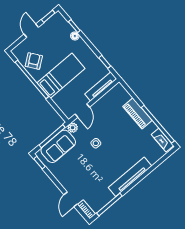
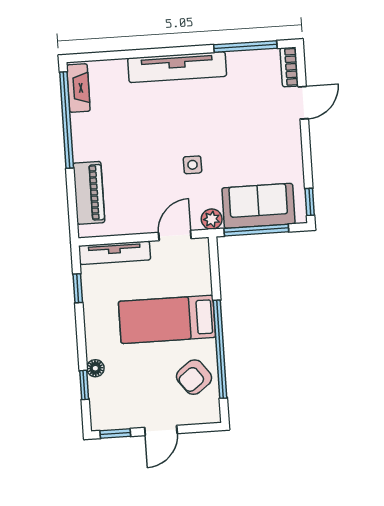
piano: (137, 113) -> (89, 193), moved

